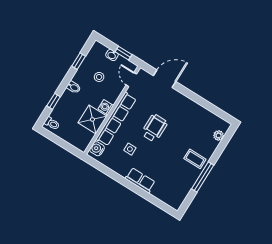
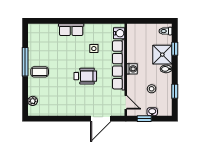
shower: (92, 119) -> (162, 55), moved
wheelchair: (154, 128) -> (85, 76), turned -90

